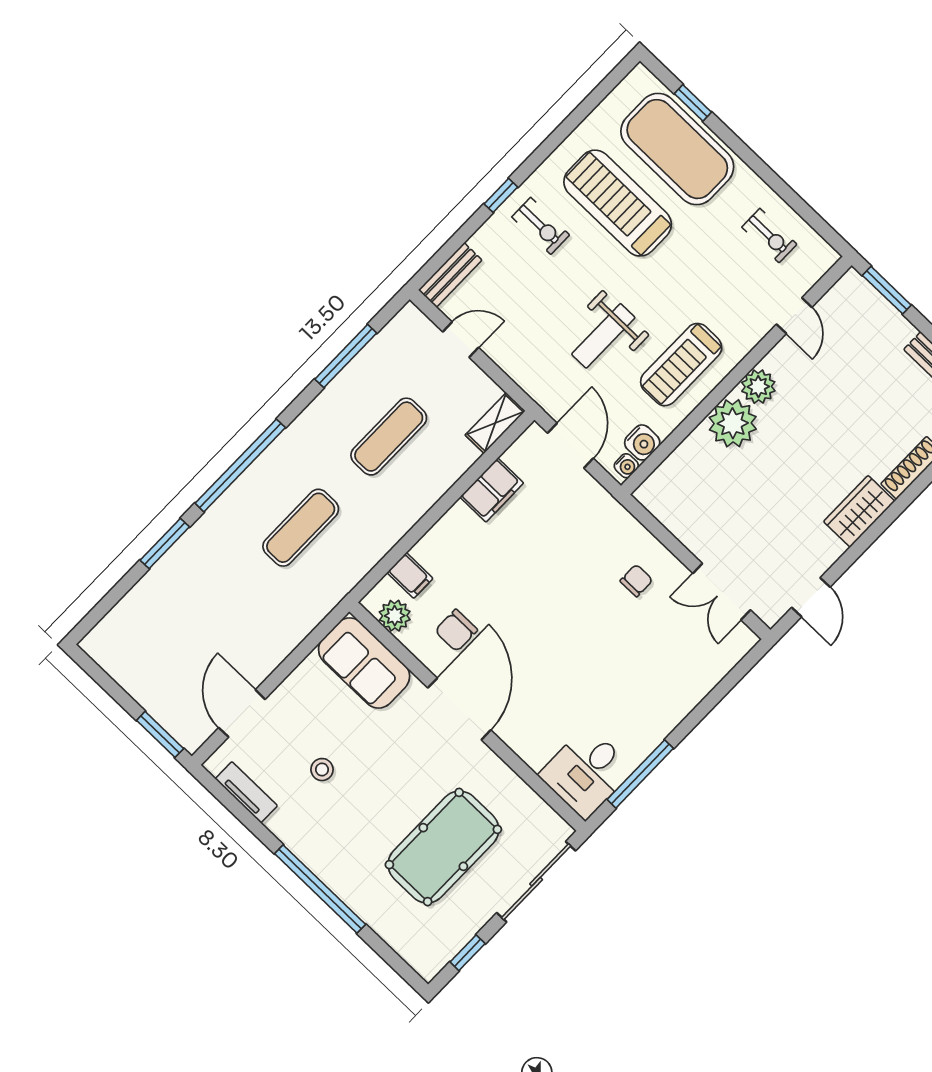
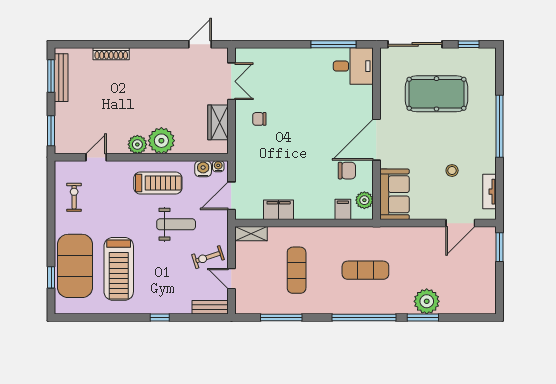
exercise bike: (541, 226) -> (208, 257), moved, turned -108
exercise mat: (389, 437) -> (297, 270), turned 90
wardrobe: (859, 511) -> (218, 122), moved, turned 90
plant: (181, 569) -> (427, 301), added

